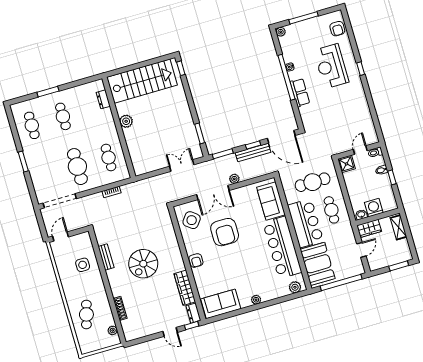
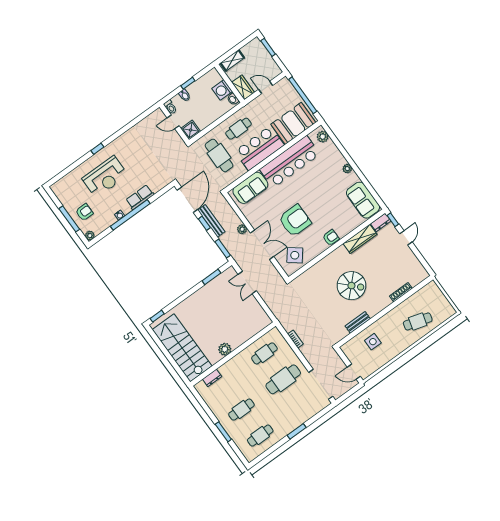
armchair: (337, 29) -> (84, 212), moved
plant: (113, 330) -> (424, 292), removed

